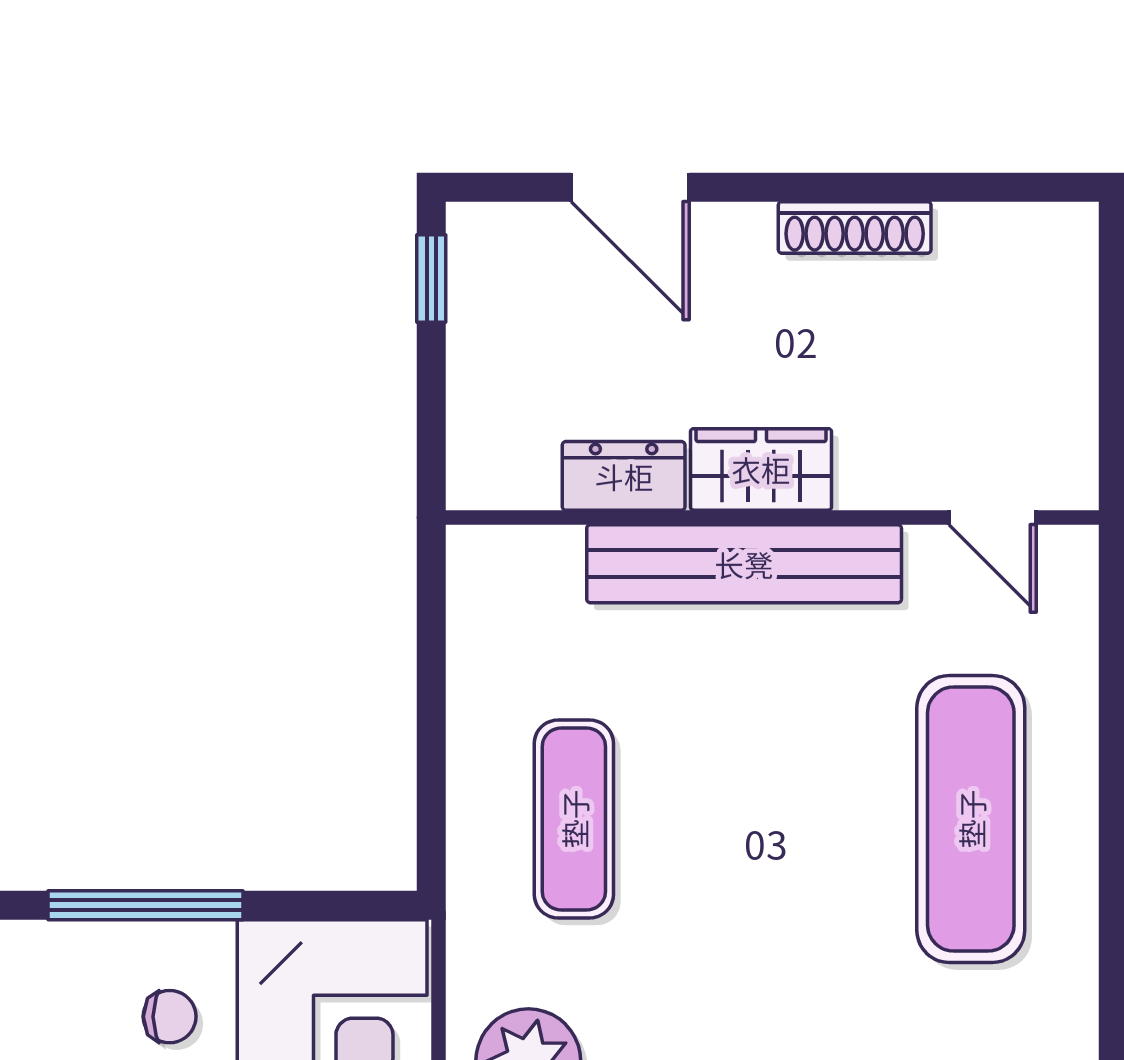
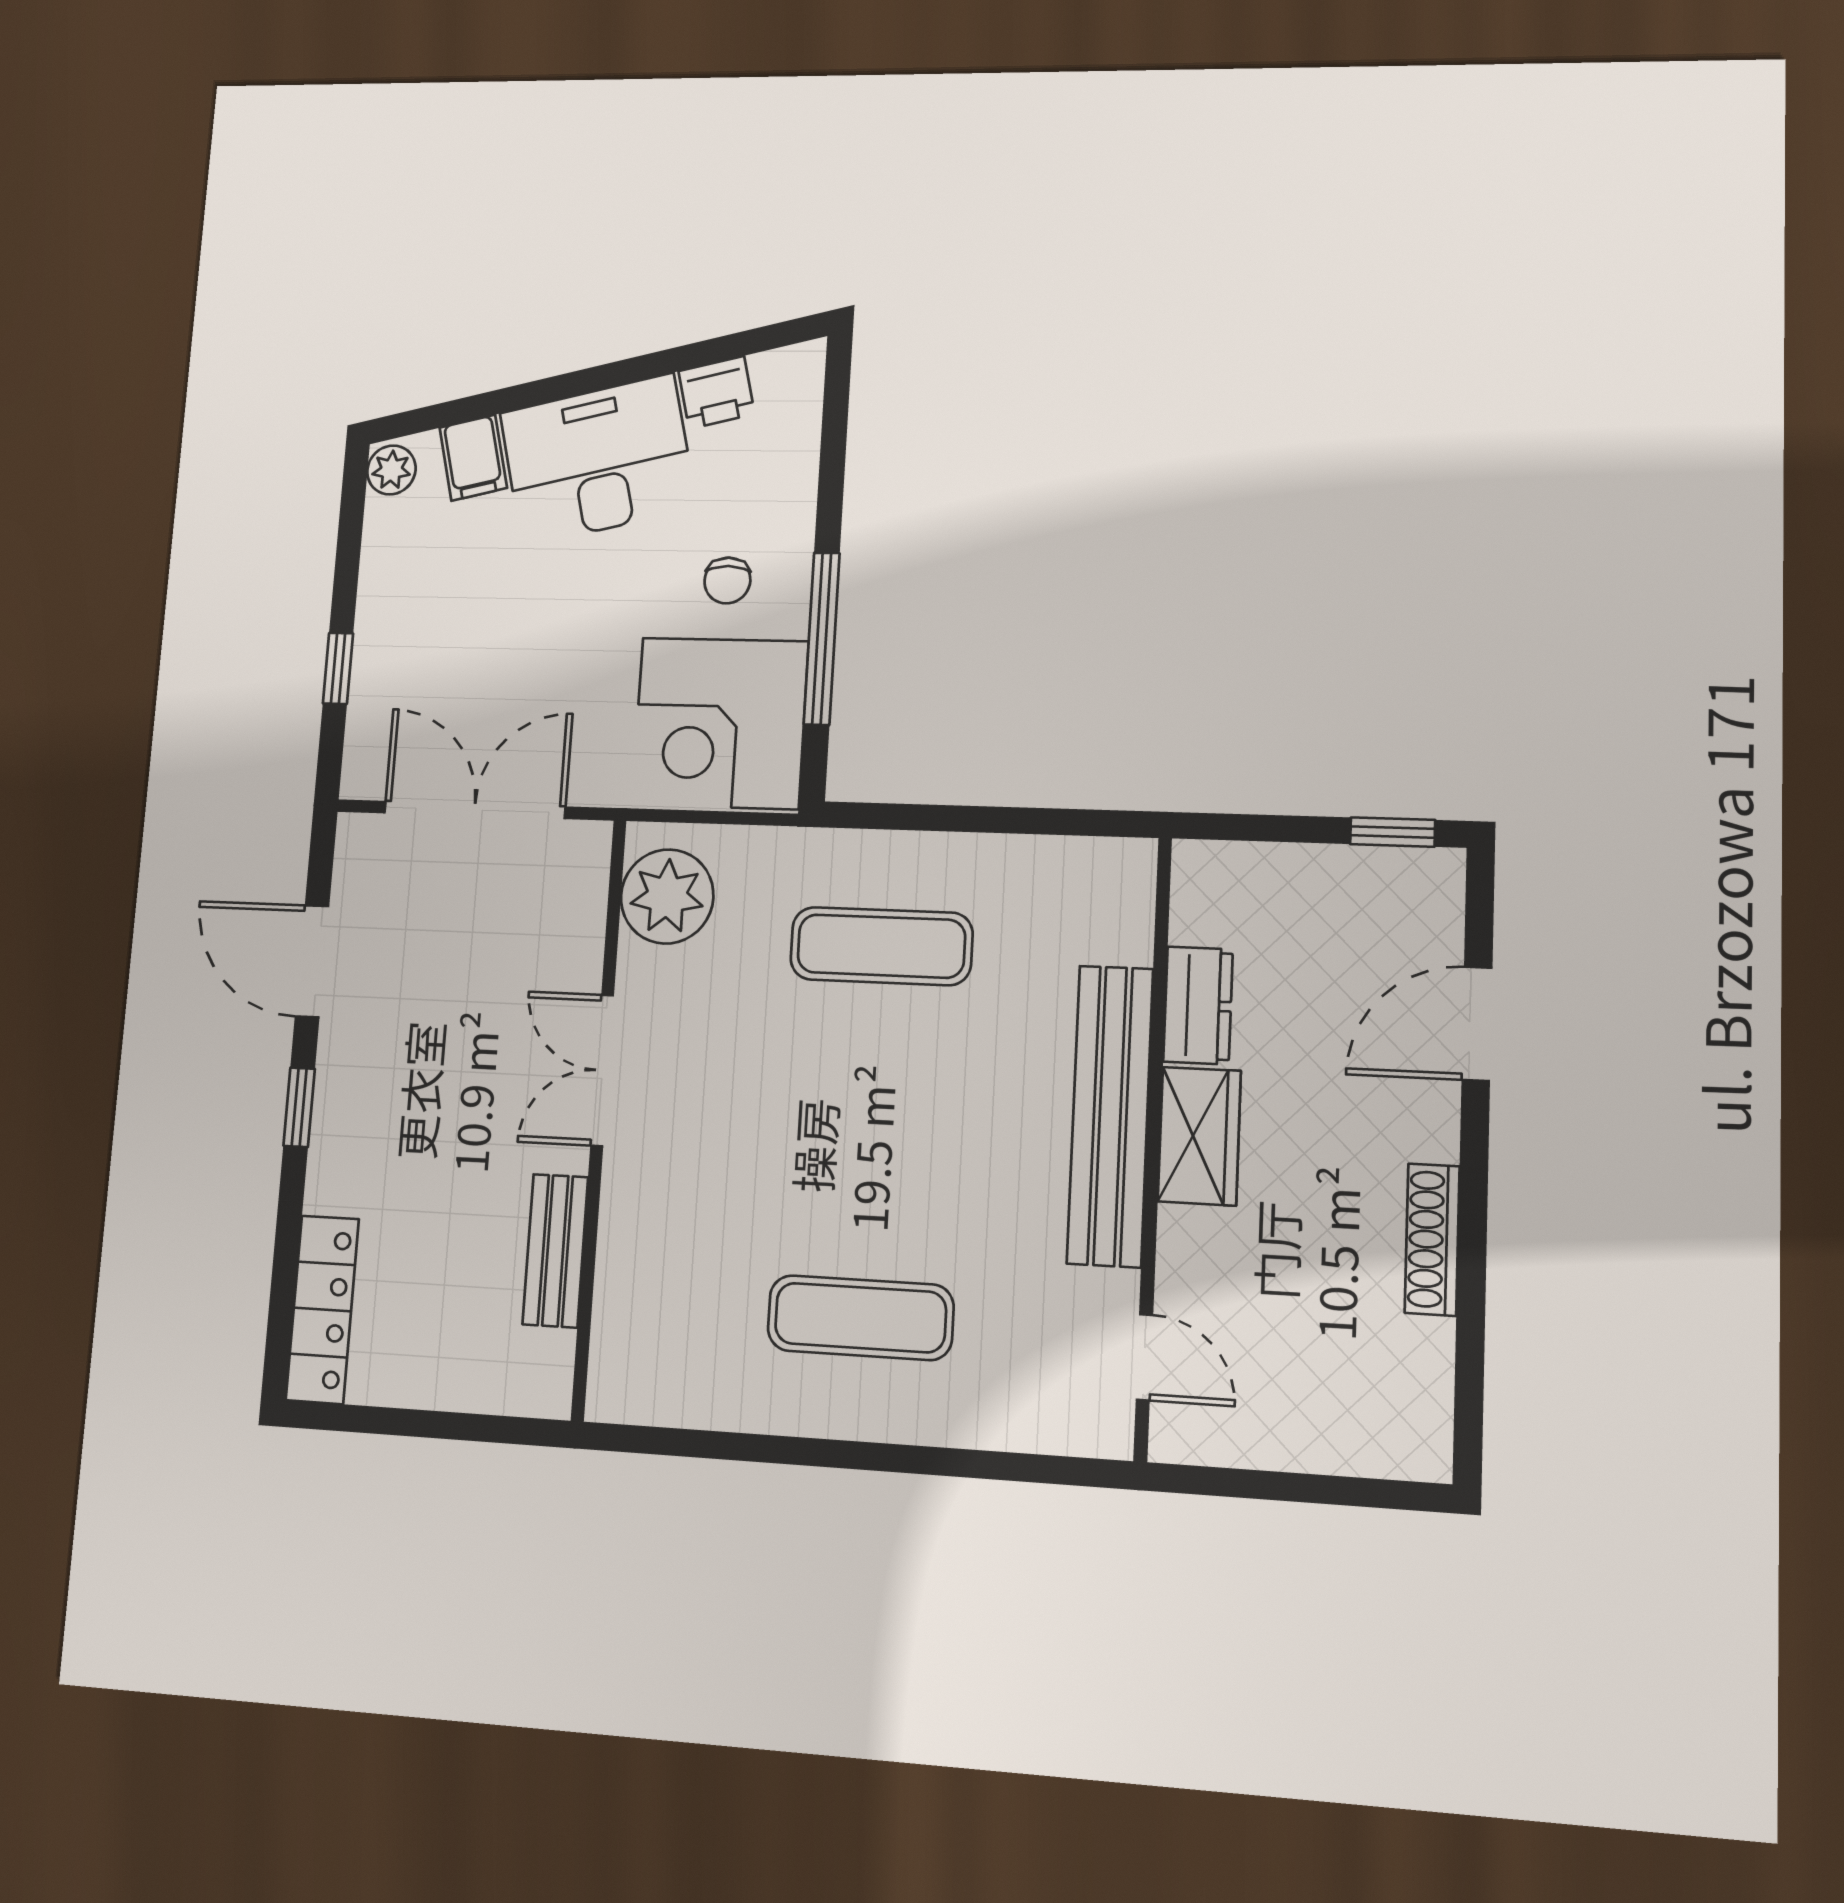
door: (993, 517) -> (1144, 1357), swing flipped
exercise mat: (971, 819) -> (860, 1318), width x0.73, depth x0.69
window: (146, 905) -> (822, 638), moved

